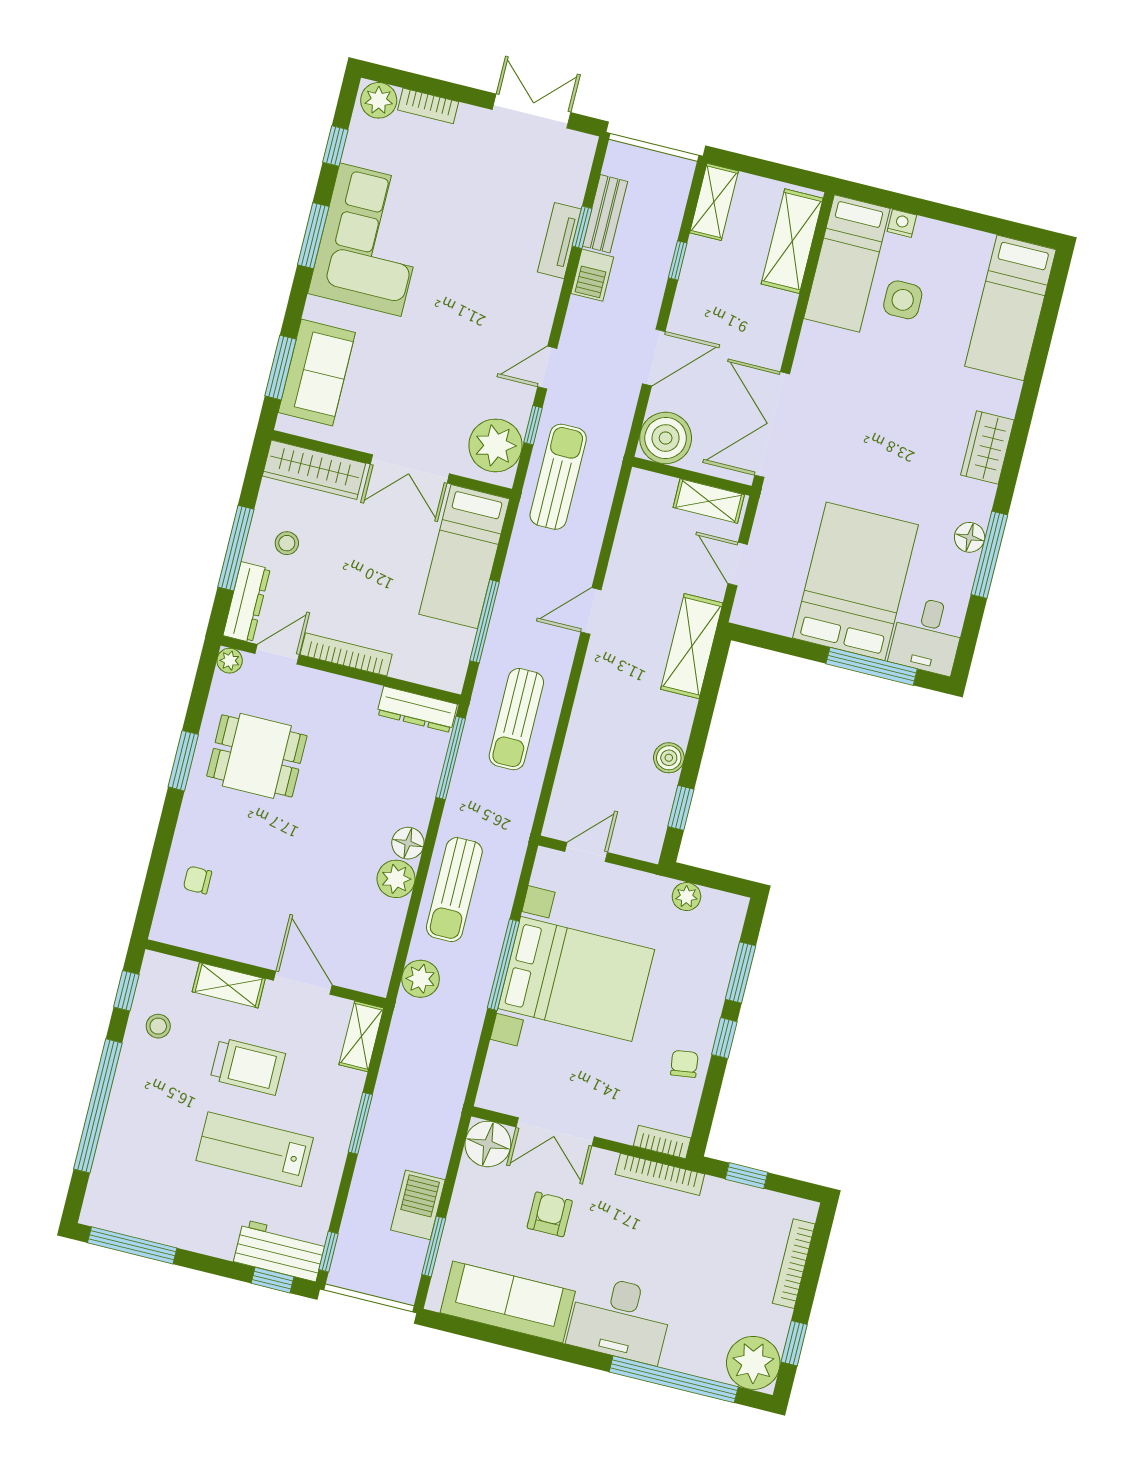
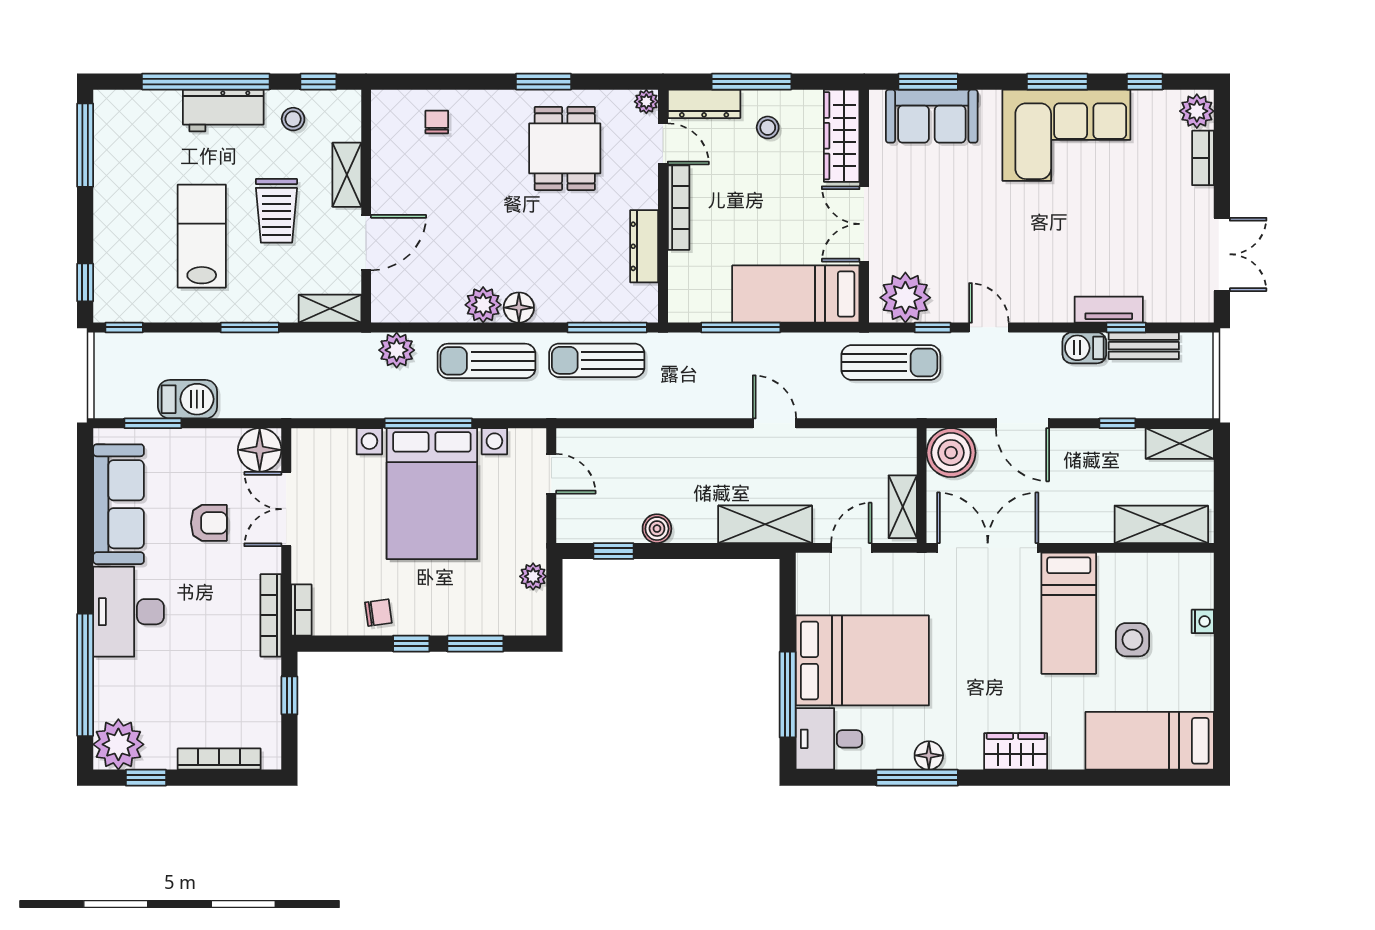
bed: (847, 263) -> (1069, 613), moved, turned -90
dresser: (417, 709) -> (644, 246), moved
sun lounger: (516, 719) -> (597, 360), moved
workbench: (280, 1251) -> (223, 110), moved, turned 90

